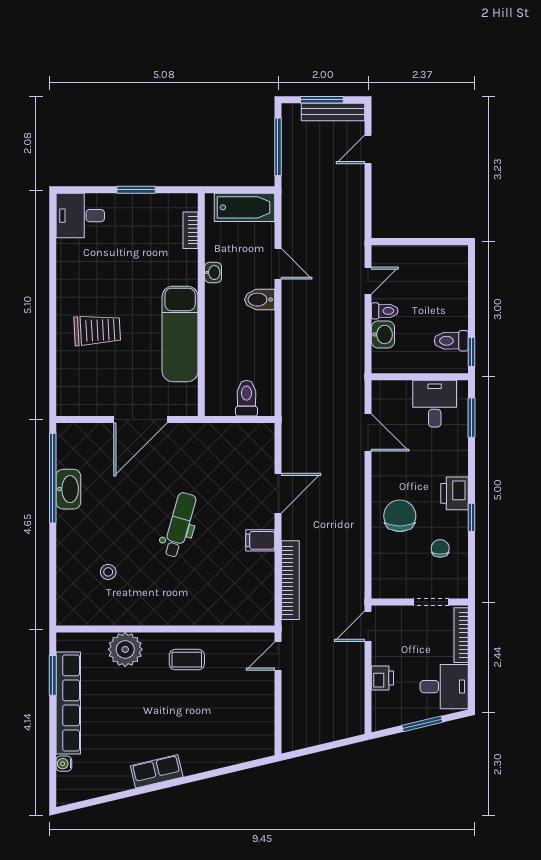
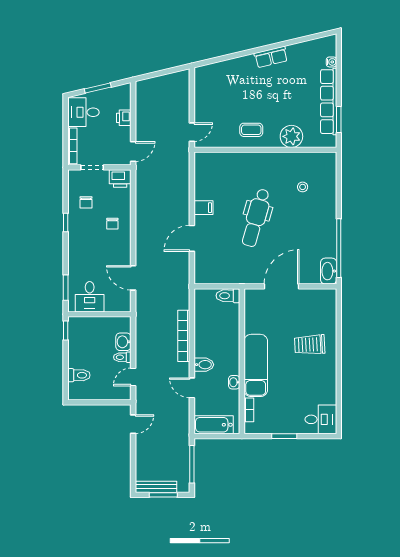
door: (368, 149) -> (133, 424), moved
exam couch: (180, 334) -> (256, 365), moved
toilet: (451, 341) -> (79, 375), moved
toilet: (247, 398) -> (228, 296), moved, turned 90
washbasin: (68, 489) -> (329, 271), moved
printer: (455, 493) -> (120, 179), moved, turned 90
chair: (400, 516) -> (112, 224), width x0.54, depth x0.54
dental chair: (179, 525) -> (256, 218), width x1.36, depth x1.38
bookcase: (290, 580) -> (184, 336), moved

